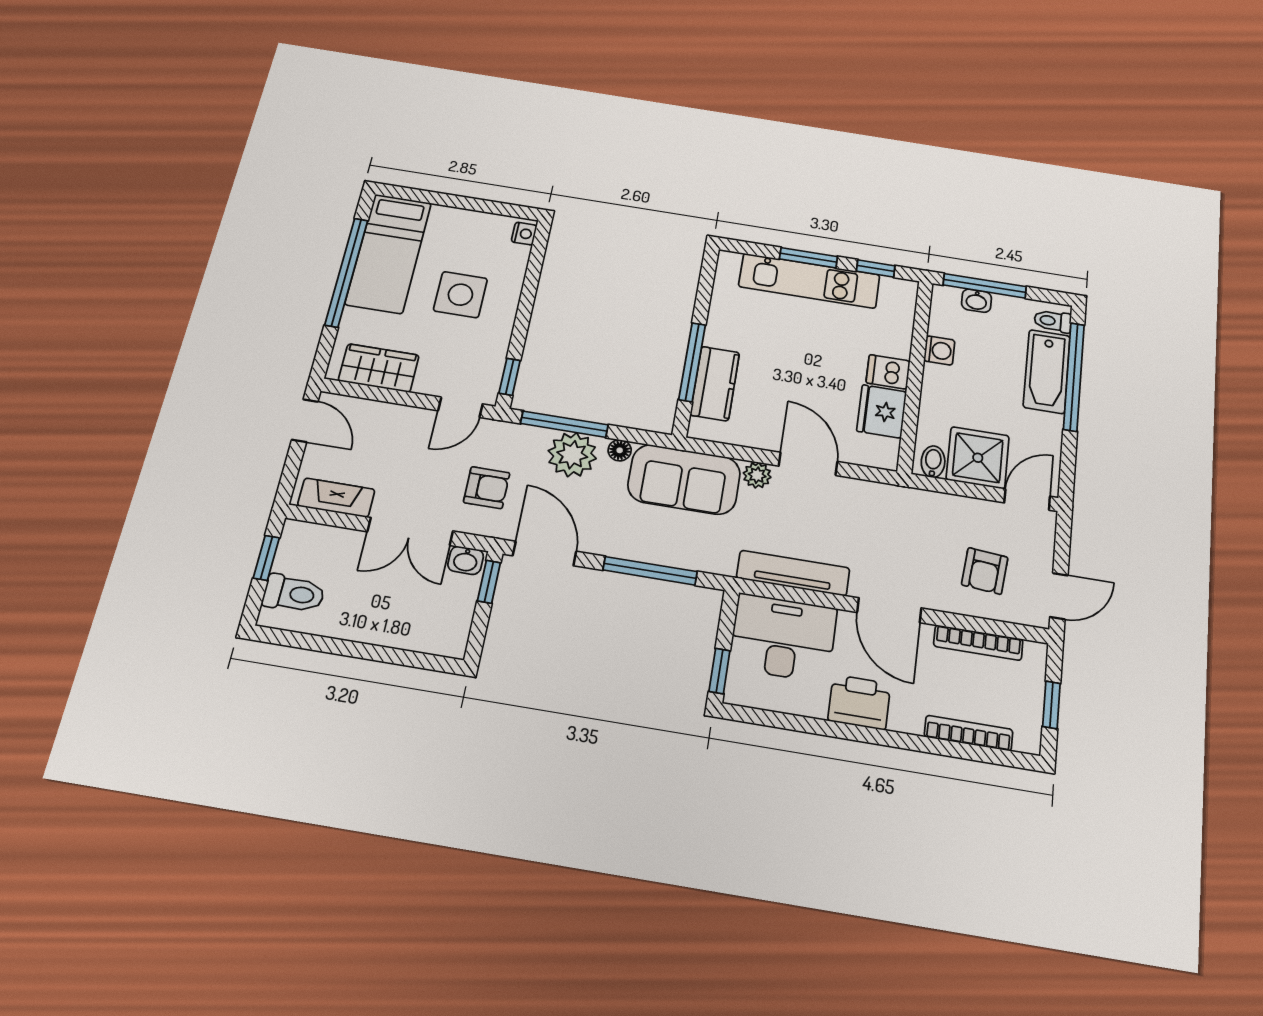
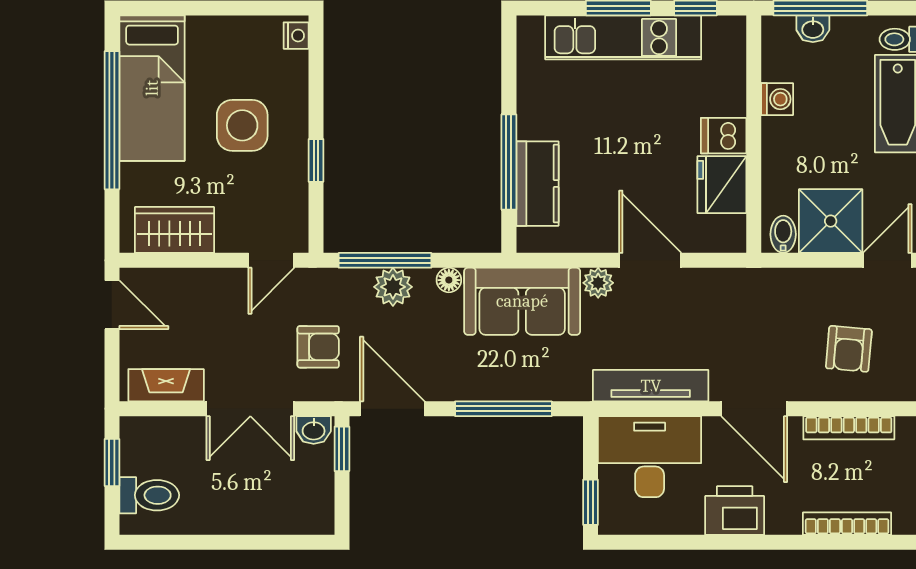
window: (510, 377) -> (316, 160), moved
plant: (572, 455) -> (393, 287), width x0.73, depth x0.73

